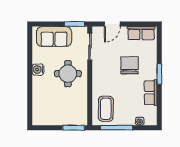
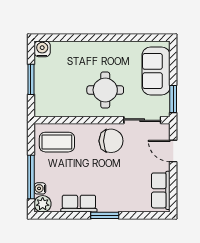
chair: (130, 65) -> (111, 141), moved
water cooler: (38, 70) -> (42, 49), moved
plant: (151, 119) -> (43, 204), added
window: (74, 128) -> (31, 79), moved
window: (117, 128) -> (31, 177), moved

